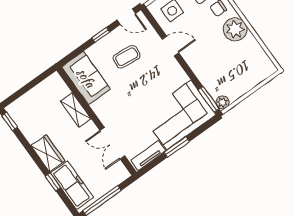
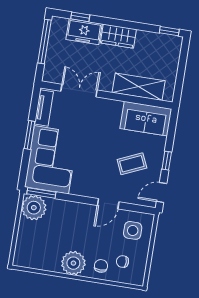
coffee table: (127, 57) -> (132, 164), turned 60
plant: (223, 102) -> (34, 208), width x1.88, depth x1.88
shelving: (76, 110) -> (139, 87), width x1.50, depth x1.33
window: (53, 182) -> (80, 17), moved
freezer: (72, 185) -> (84, 32), width x0.71

